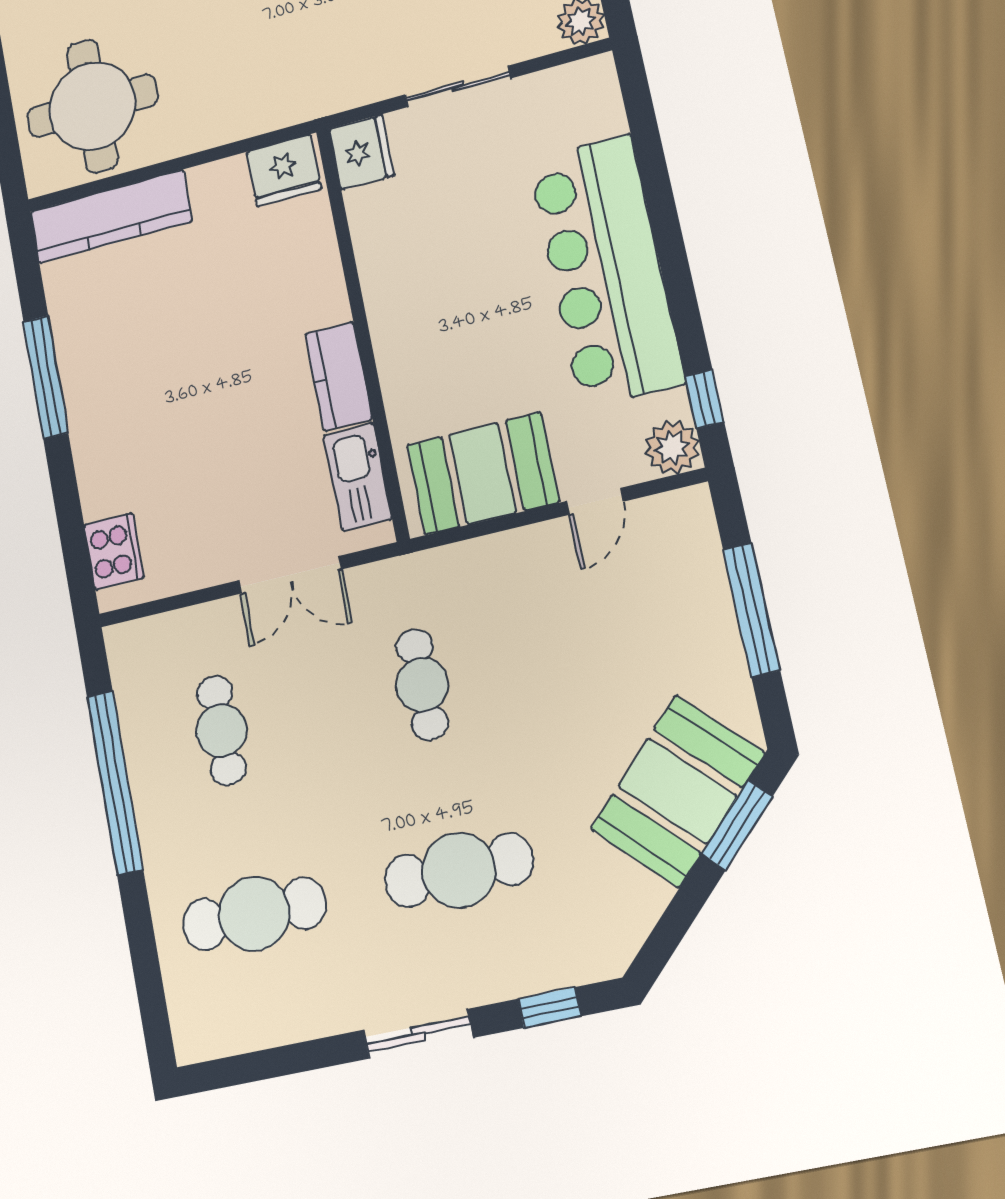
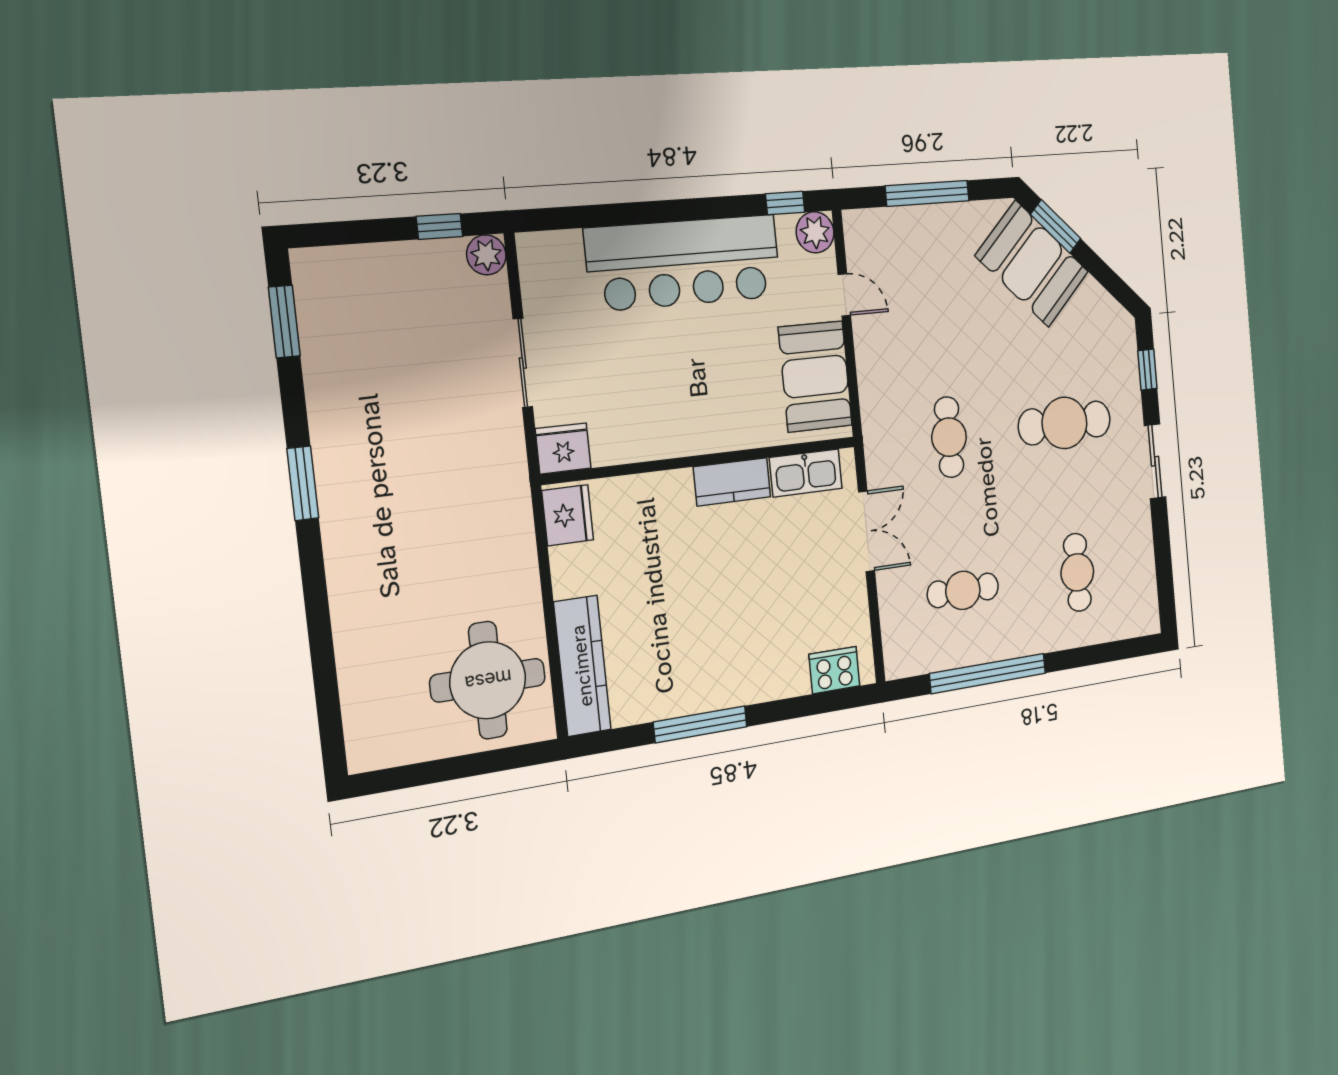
cafe table: (422, 685) -> (949, 437), turned 90
cafe table: (459, 870) -> (1064, 423), turned 90
cafe table: (254, 914) -> (1077, 572), width x0.73, depth x0.74

